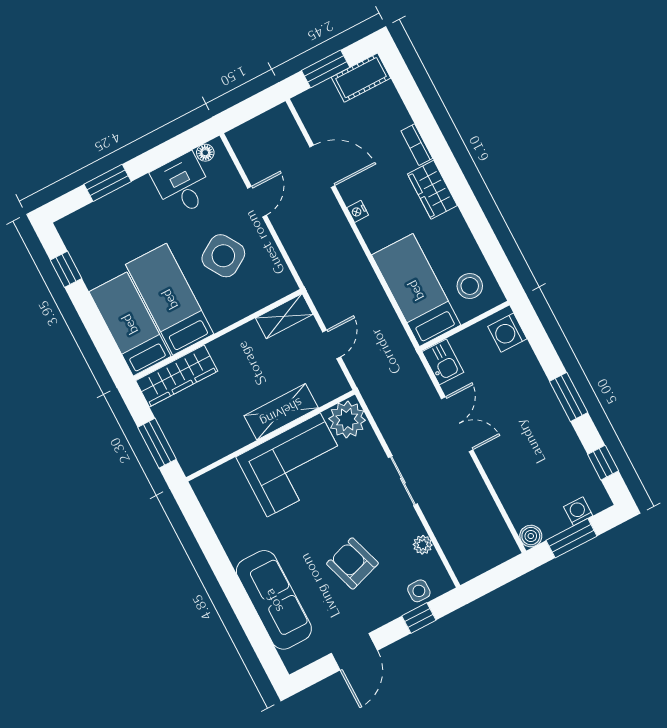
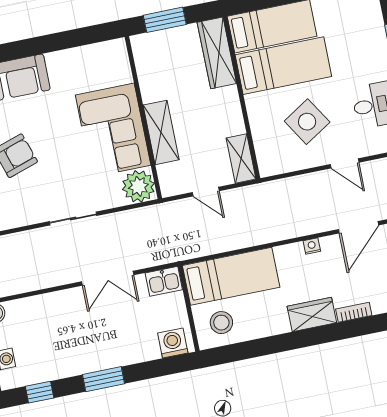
plant: (423, 545) -> (14, 220), removed

